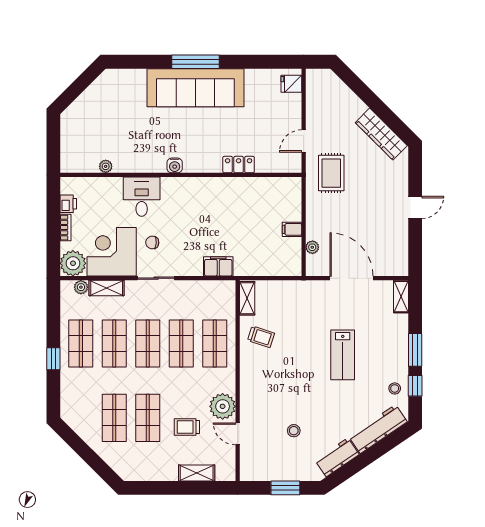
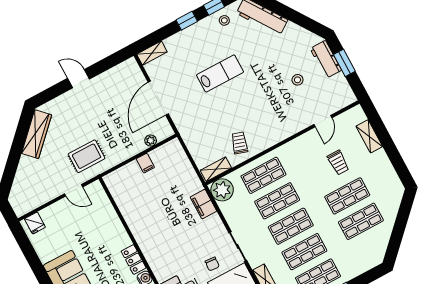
locker: (239, 165) -> (134, 260), moved
window: (415, 350) -> (187, 21), width x0.67
plant: (223, 406) -> (222, 190), moved
workbench: (337, 457) -> (326, 59), moved, turned 34

